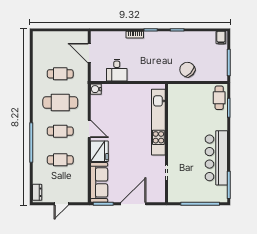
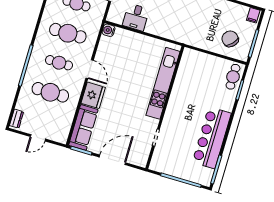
chair: (187, 70) -> (230, 39), moved
cafe table: (60, 160) -> (50, 92), width x1.37, depth x1.35

